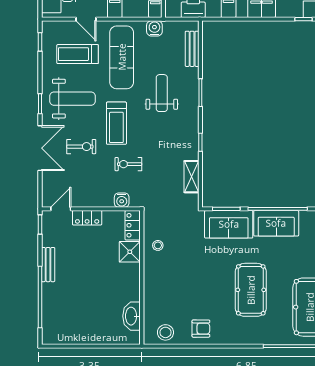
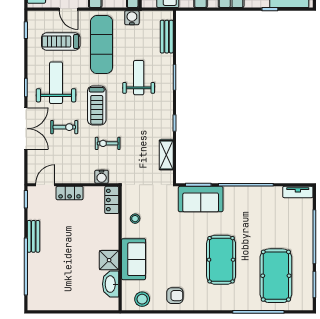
weight bench: (72, 99) -> (56, 83), turned -90
sofa: (276, 223) -> (134, 259), moved, turned -90
shower: (130, 252) -> (109, 260), moved

